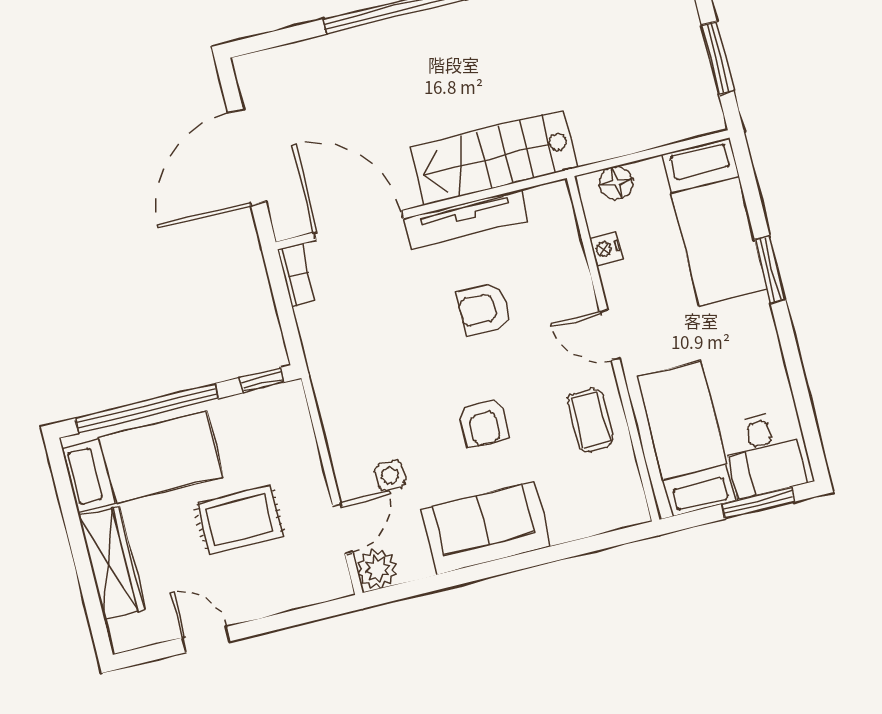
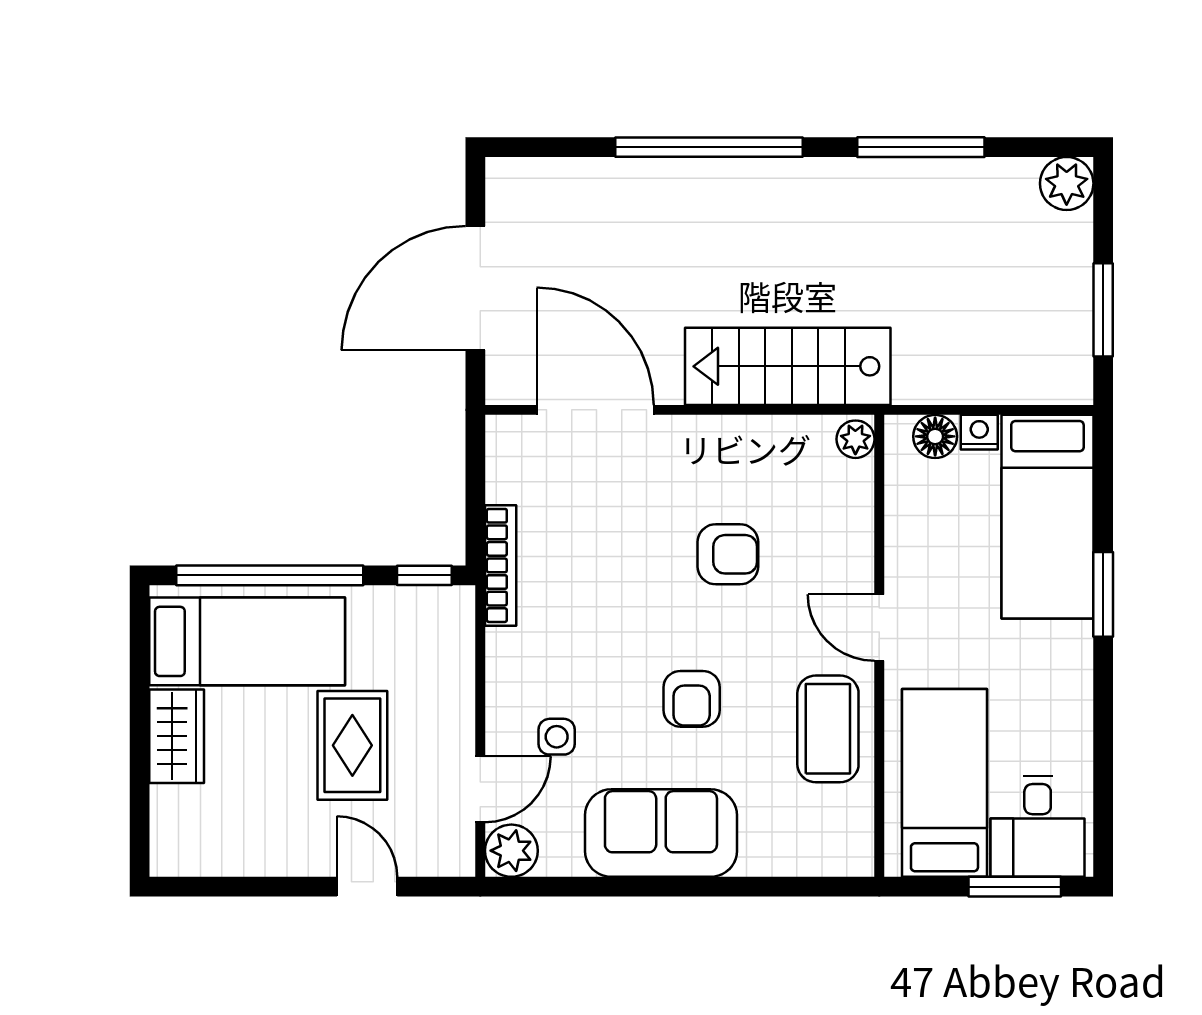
plant: (557, 199) -> (855, 439), added
tv unit: (466, 219) -> (734, 436), removed
nightstand: (606, 249) -> (979, 432), moved, turned 90
bookcase: (296, 275) -> (501, 565), moved, width x1.56
armchair: (484, 308) -> (728, 554), turned 180
coffee table: (590, 420) -> (828, 729), width x1.36, depth x1.30
rug: (240, 520) -> (352, 745), turned 90
wardrobe: (112, 563) -> (177, 736), width x0.67
door: (206, 640) -> (367, 887), moved

